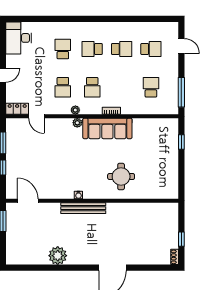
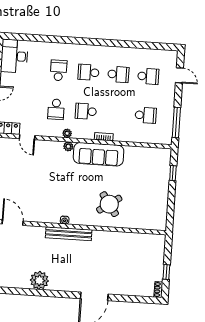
school desk: (92, 87) -> (86, 111), turned 90
school desk: (151, 87) -> (146, 115), turned 90
round table: (121, 176) -> (109, 204), turned -35

